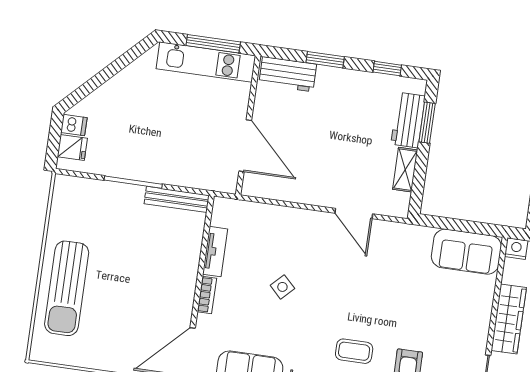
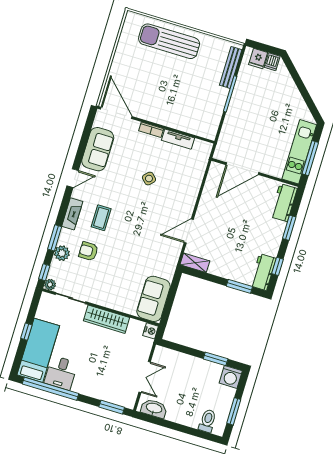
workbench: (408, 120) -> (263, 272), moved, turned -90
shelving: (405, 170) -> (195, 263), moved
bench: (177, 199) -> (231, 67), moved

